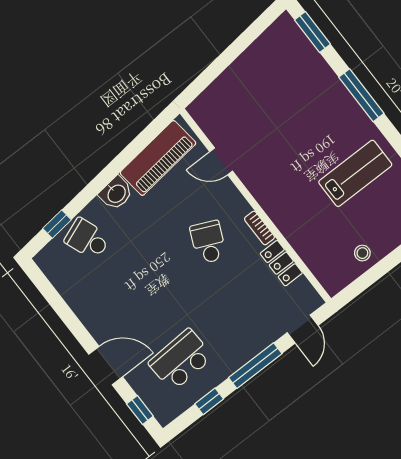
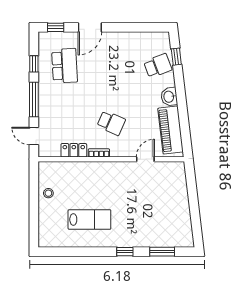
window: (312, 32) -> (162, 252), moved
window: (361, 95) -> (125, 252), width x0.46
lab bench: (355, 173) -> (89, 219), turned -90

